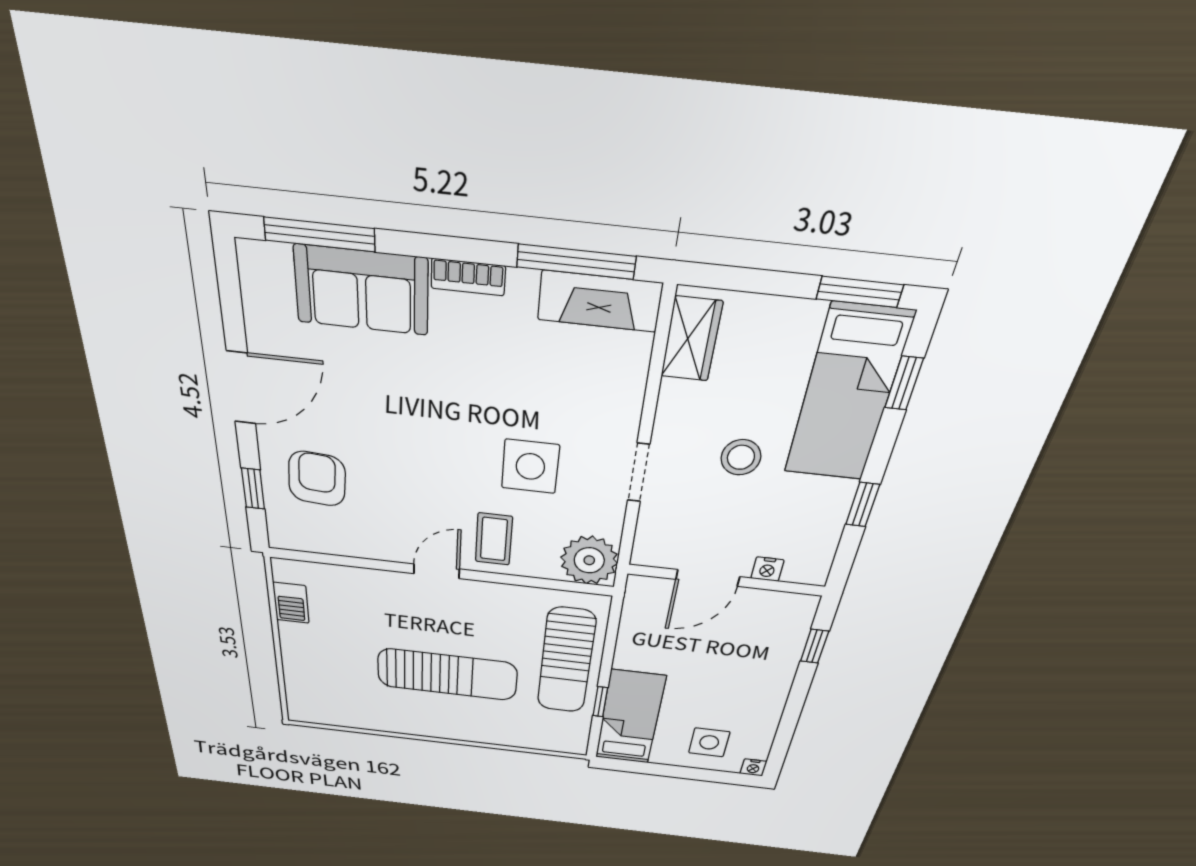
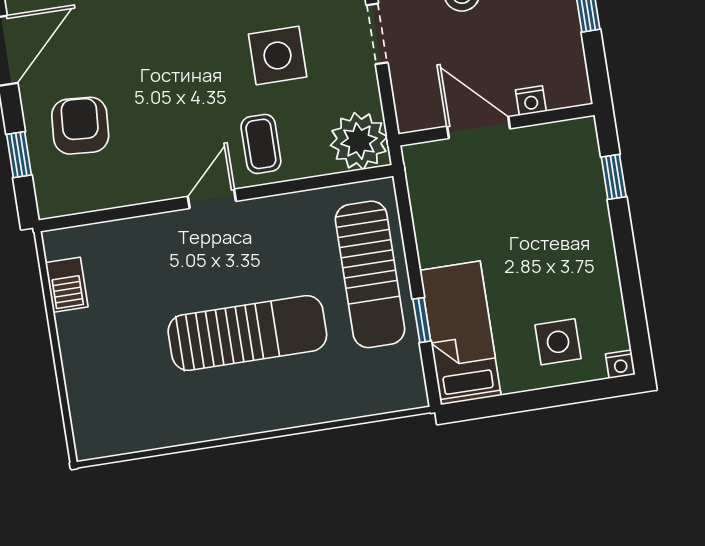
door: (708, 578) -> (479, 127), swing flipped

